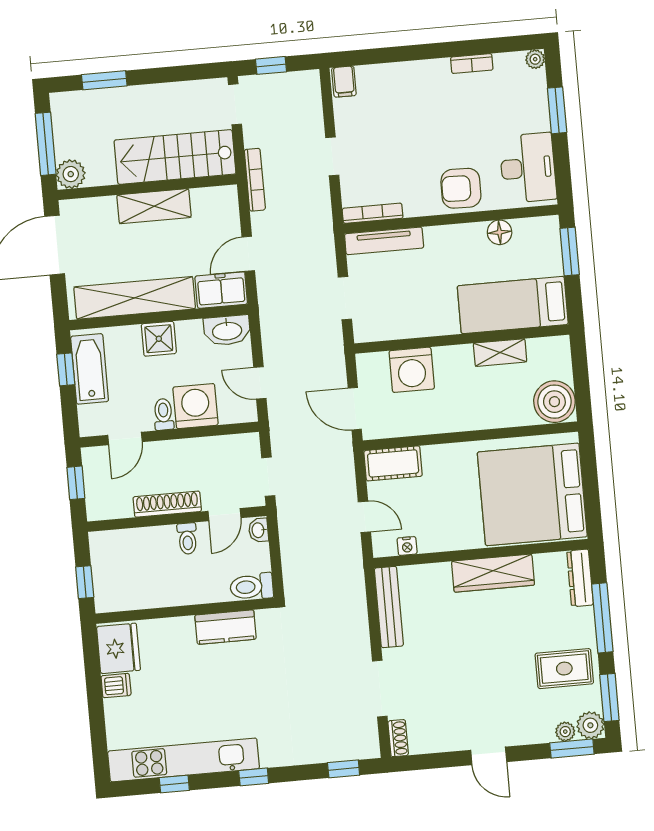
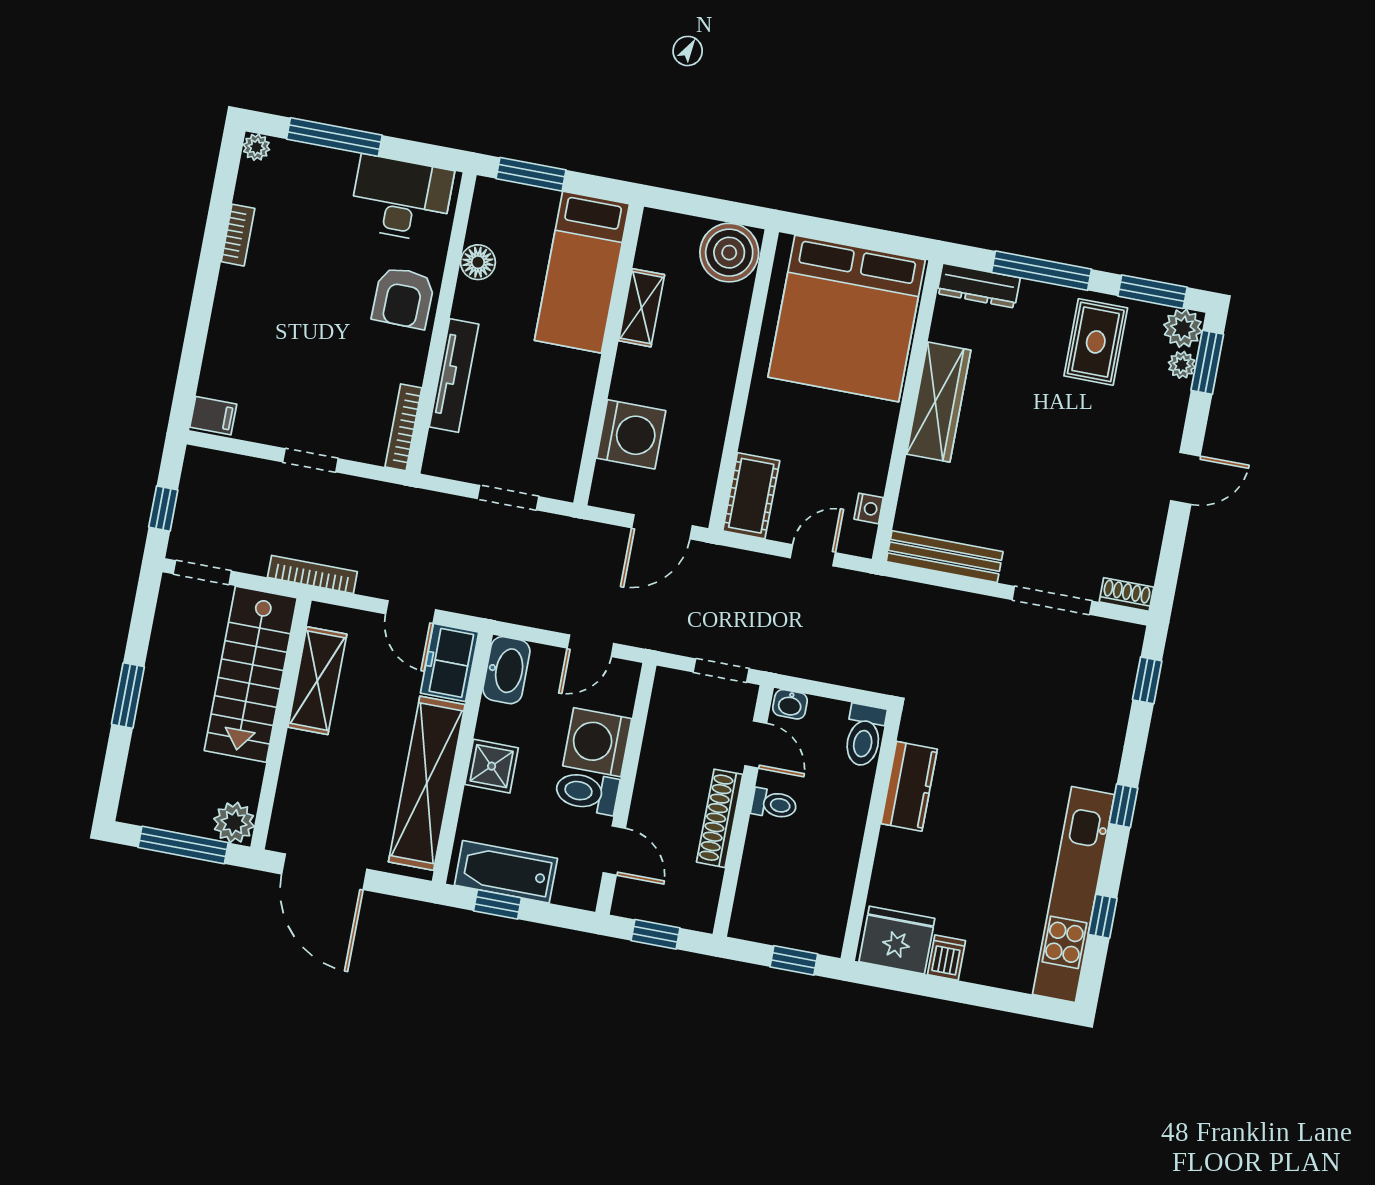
window: (104, 80) -> (128, 696), moved
window: (557, 110) -> (334, 137), width x1.44
shelving: (154, 206) -> (317, 681), moved
tv unit: (384, 241) -> (454, 375), moved
toilet: (164, 414) -> (587, 792), width x1.37, depth x1.39

